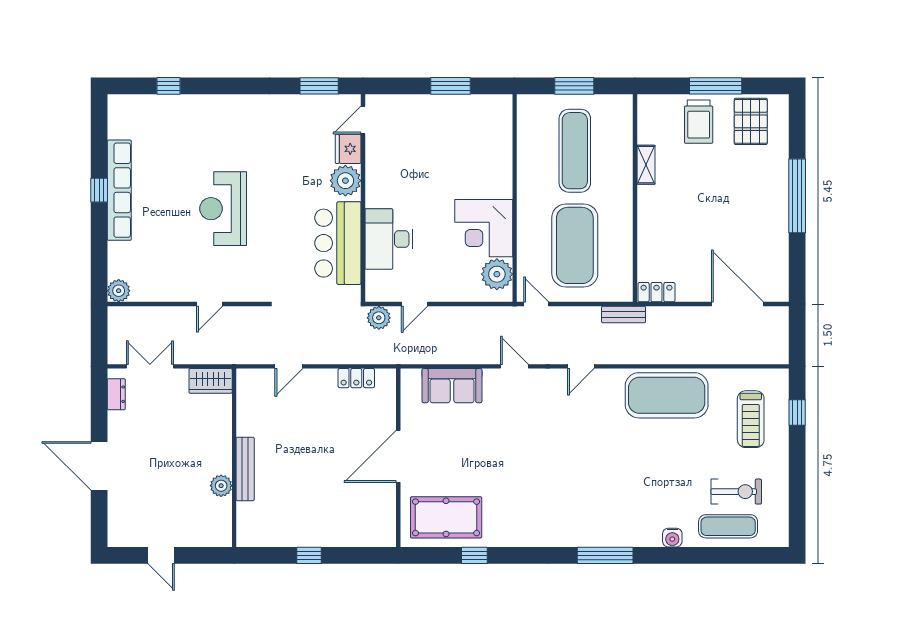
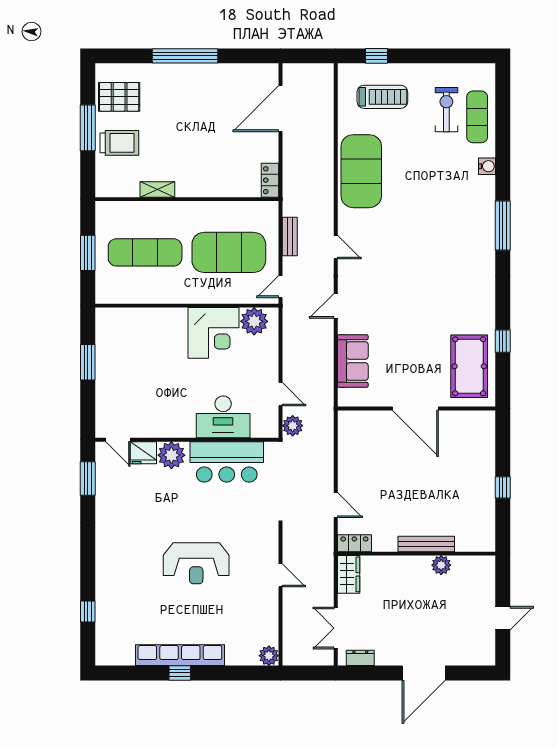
bench: (624, 314) -> (290, 236), moved
locker: (356, 378) -> (354, 543), moved, turned -90

